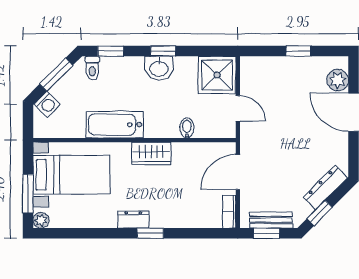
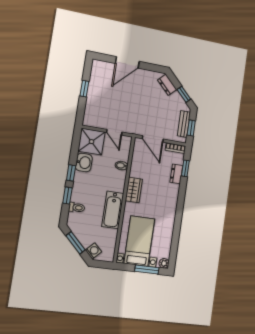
window: (111, 51) -> (67, 196), moved
toilet: (92, 68) -> (77, 207), moved
washbasin: (159, 68) -> (84, 162), moved
plant: (338, 80) -> (106, 68), removed
door: (238, 108) -> (114, 132), swing flipped
dresser: (325, 187) -> (167, 85), width x0.70
dresser: (133, 220) -> (176, 174), moved
window: (150, 233) -> (185, 168), moved

